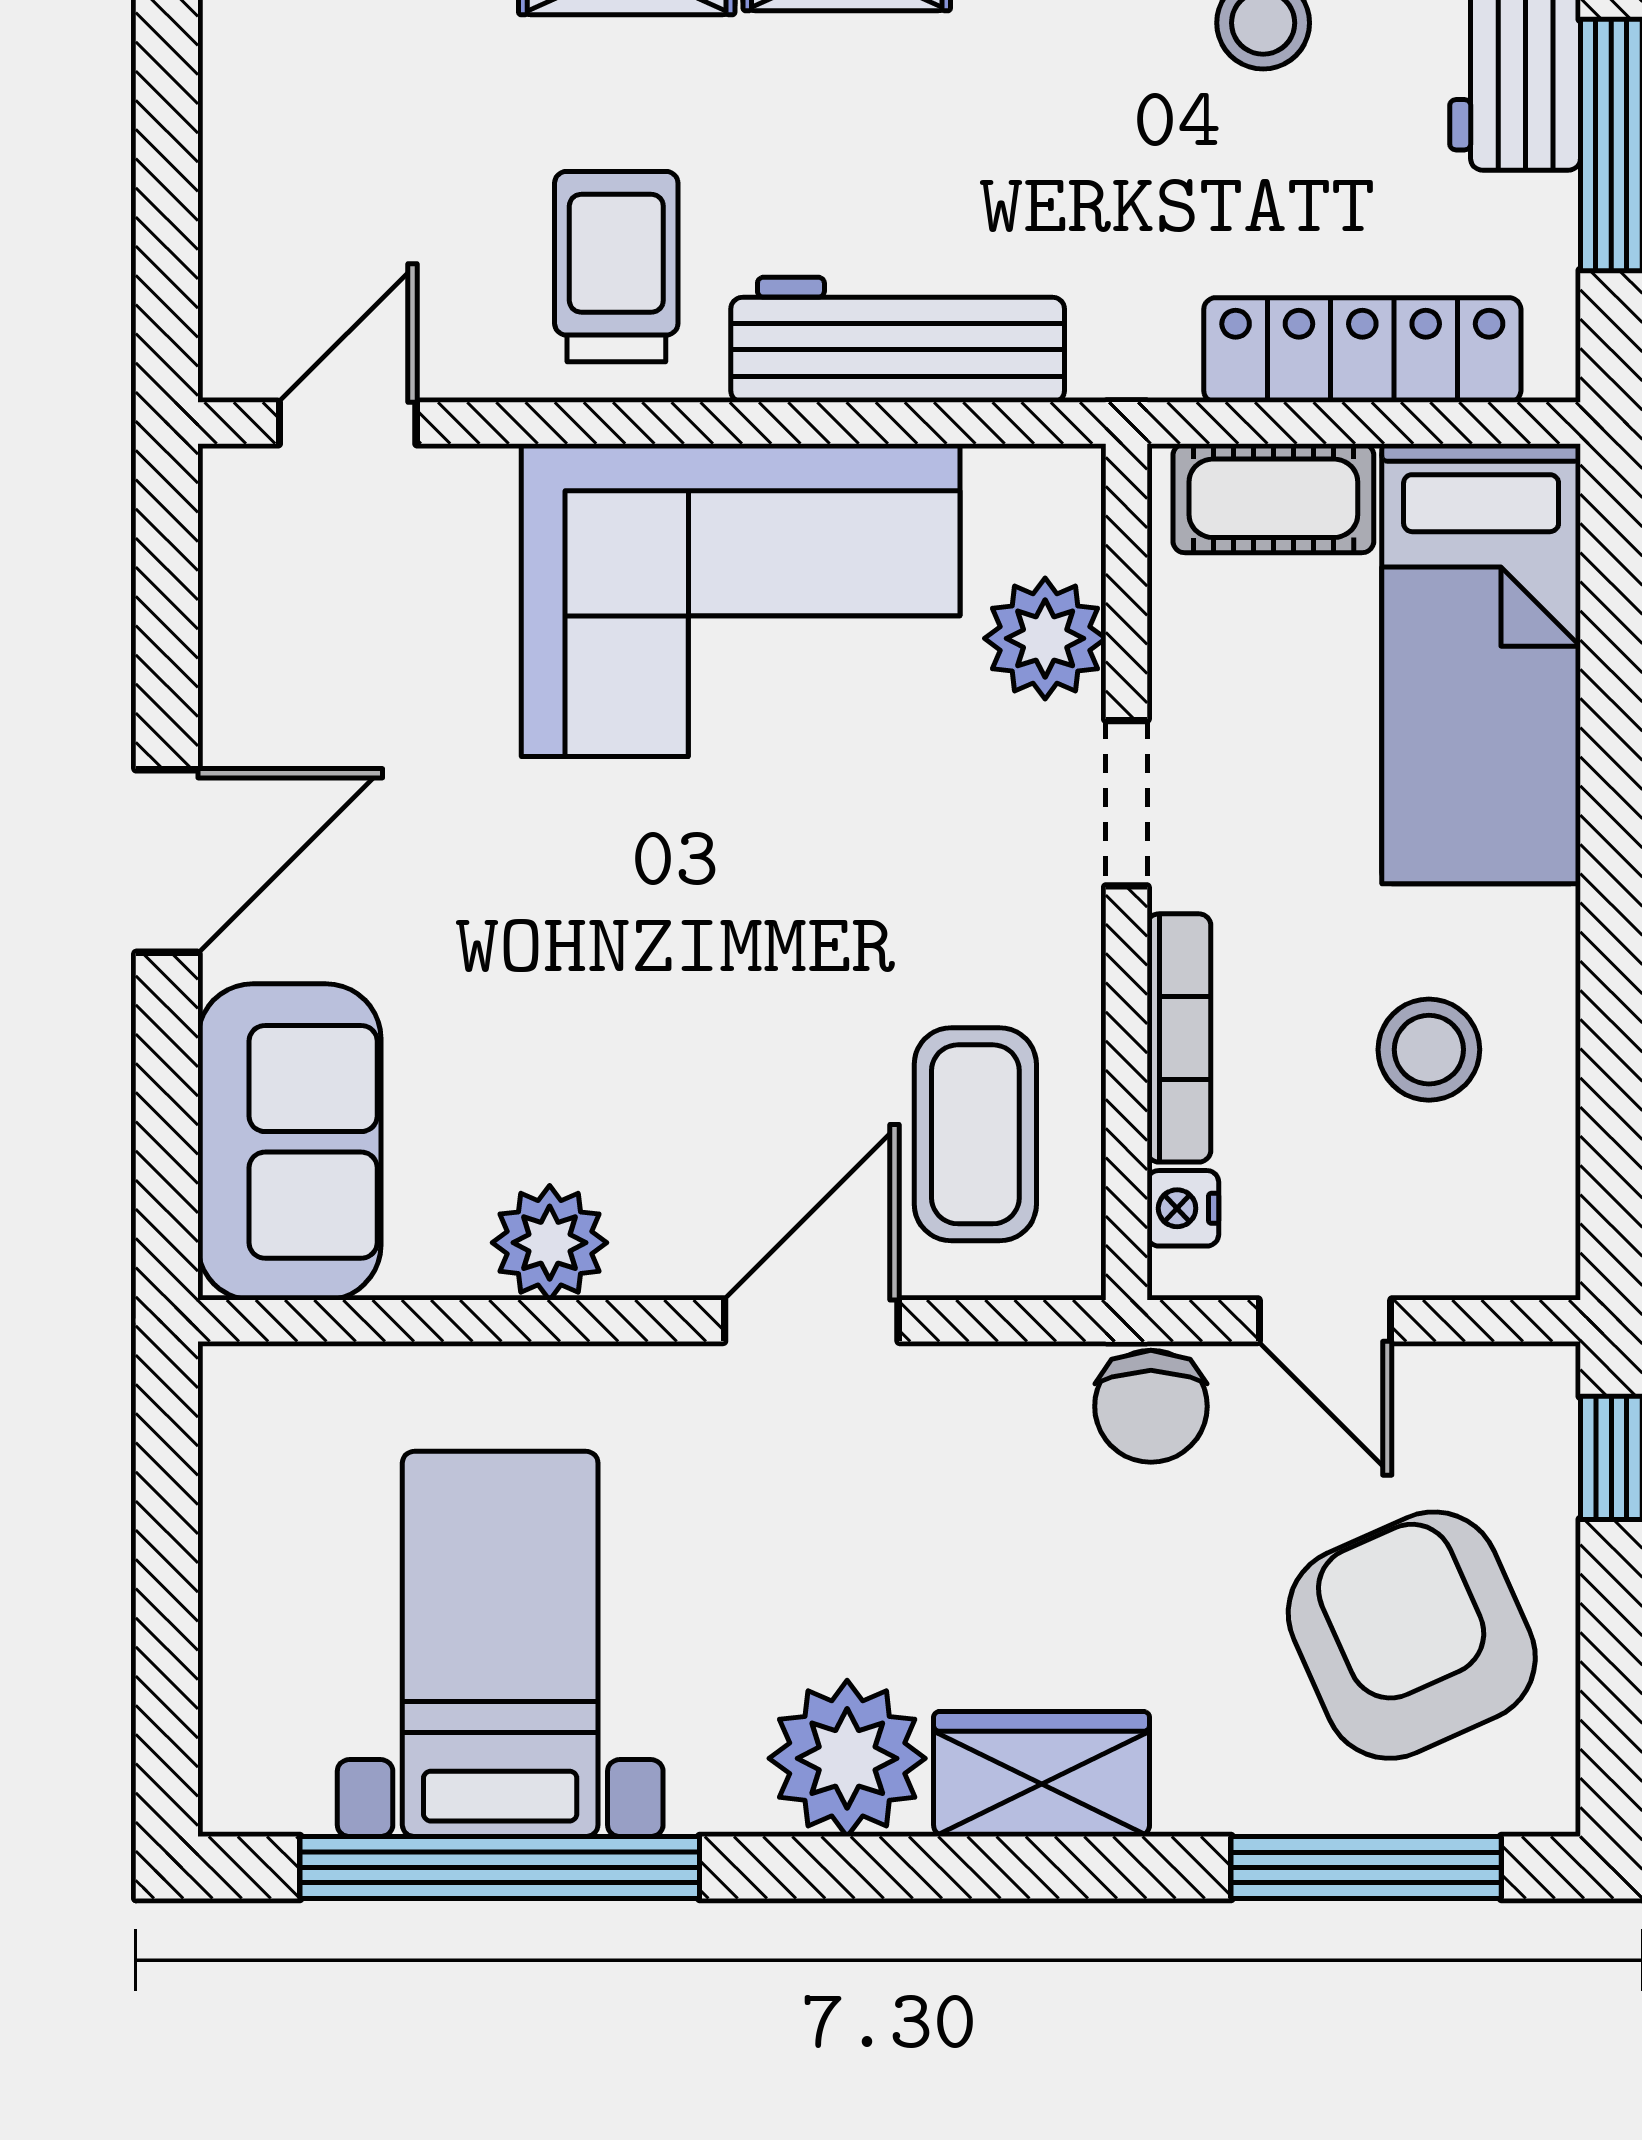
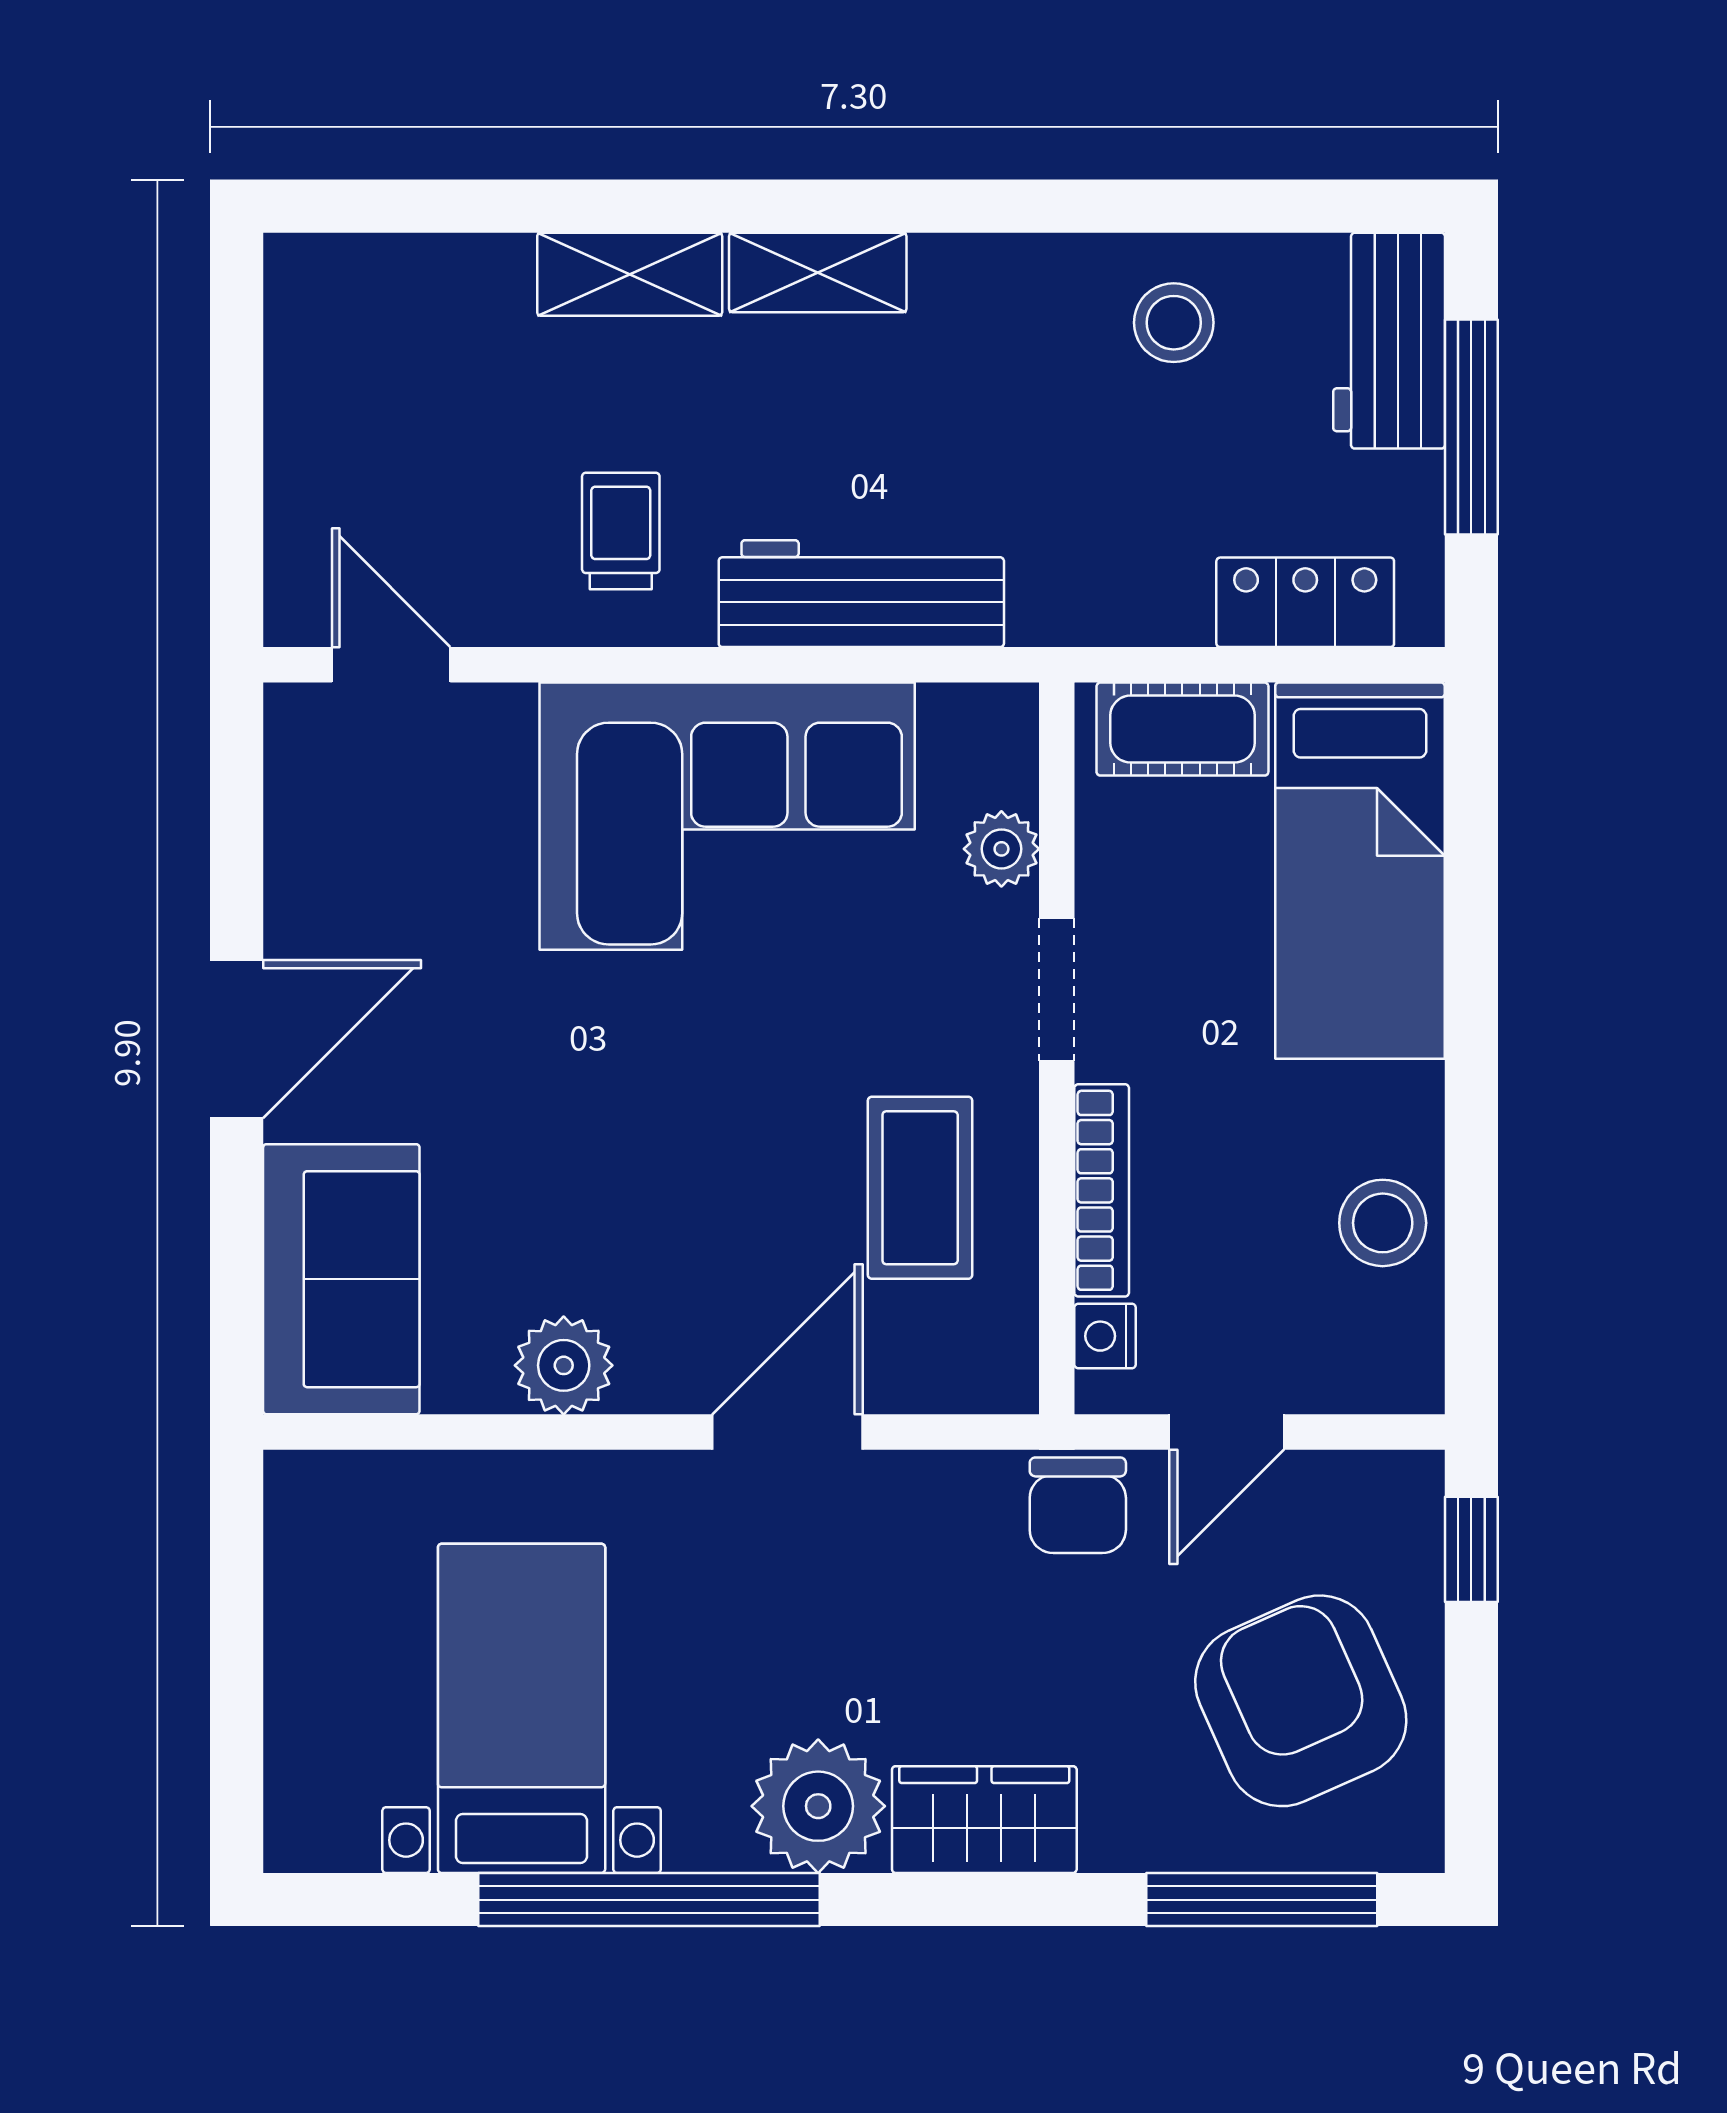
trolley: (616, 267) -> (621, 531), width x0.73, depth x0.72
locker: (1362, 350) -> (1305, 602), width x0.66
door: (348, 423) -> (391, 665), hinge flipped
plant: (1045, 638) -> (1001, 849), width x0.73, depth x0.73
stool: (1429, 1050) -> (1383, 1223), moved
coffee table: (975, 1134) -> (920, 1188), moved
door: (1325, 1321) -> (1227, 1432), hinge flipped
window: (500, 1868) -> (649, 1900), moved

